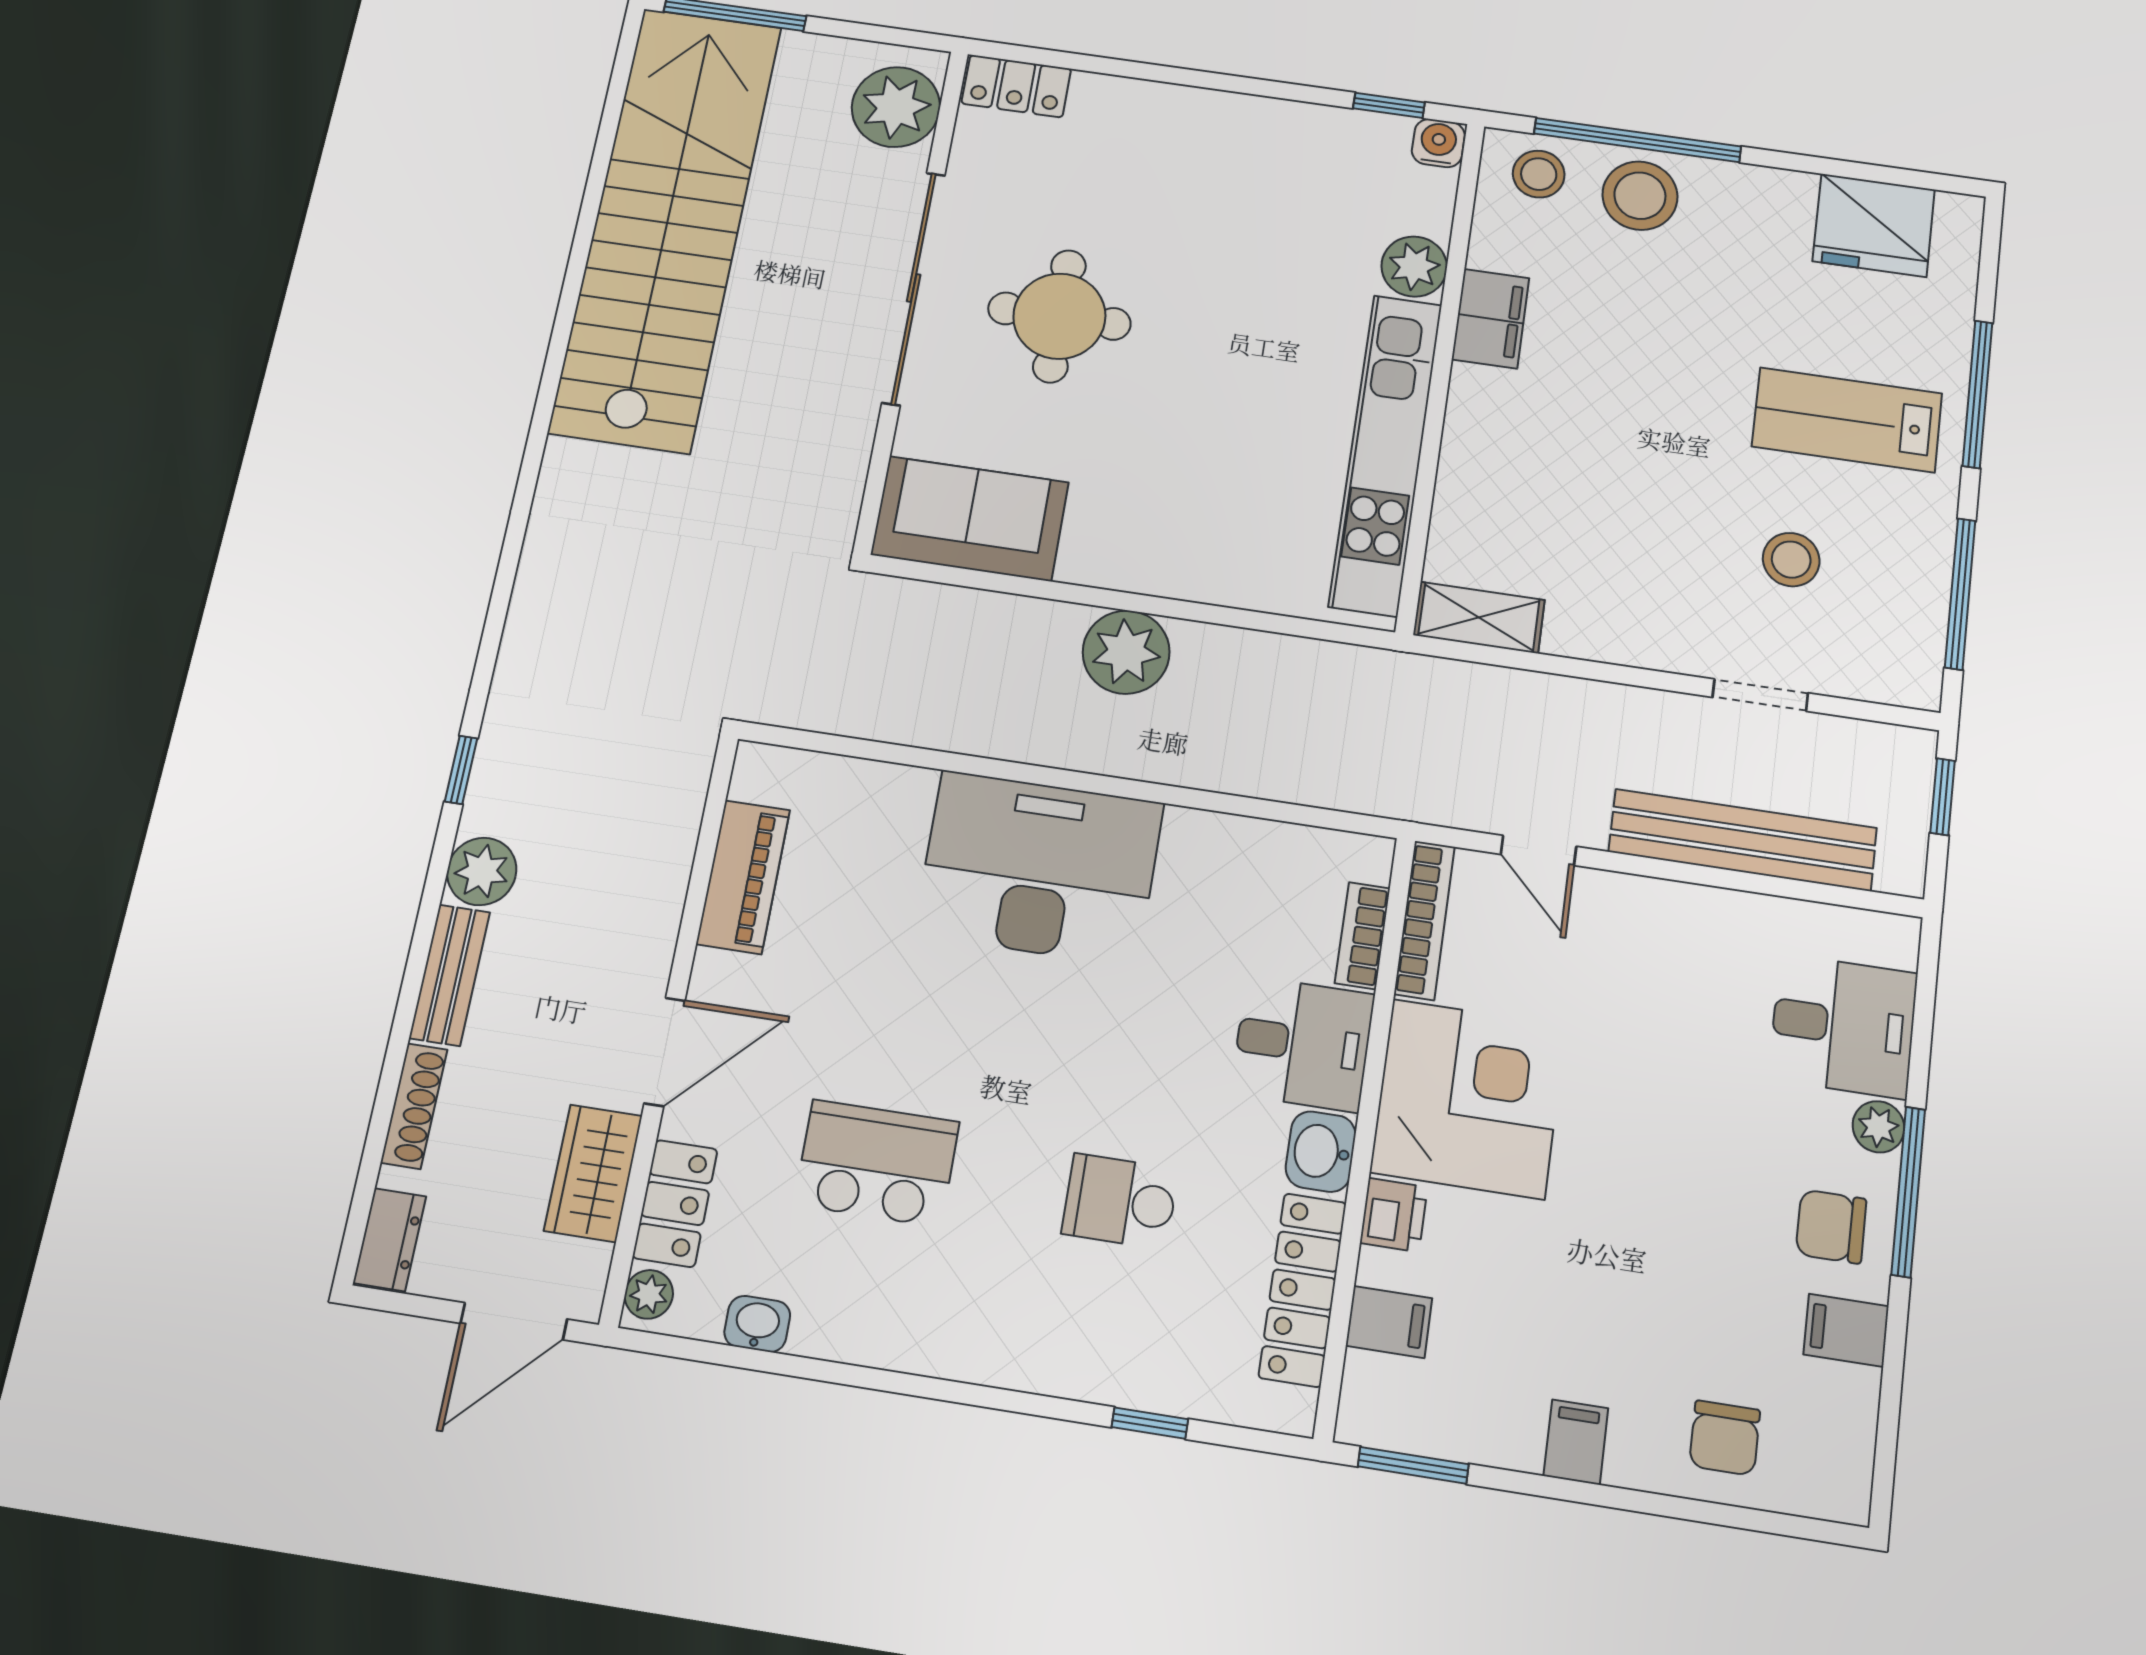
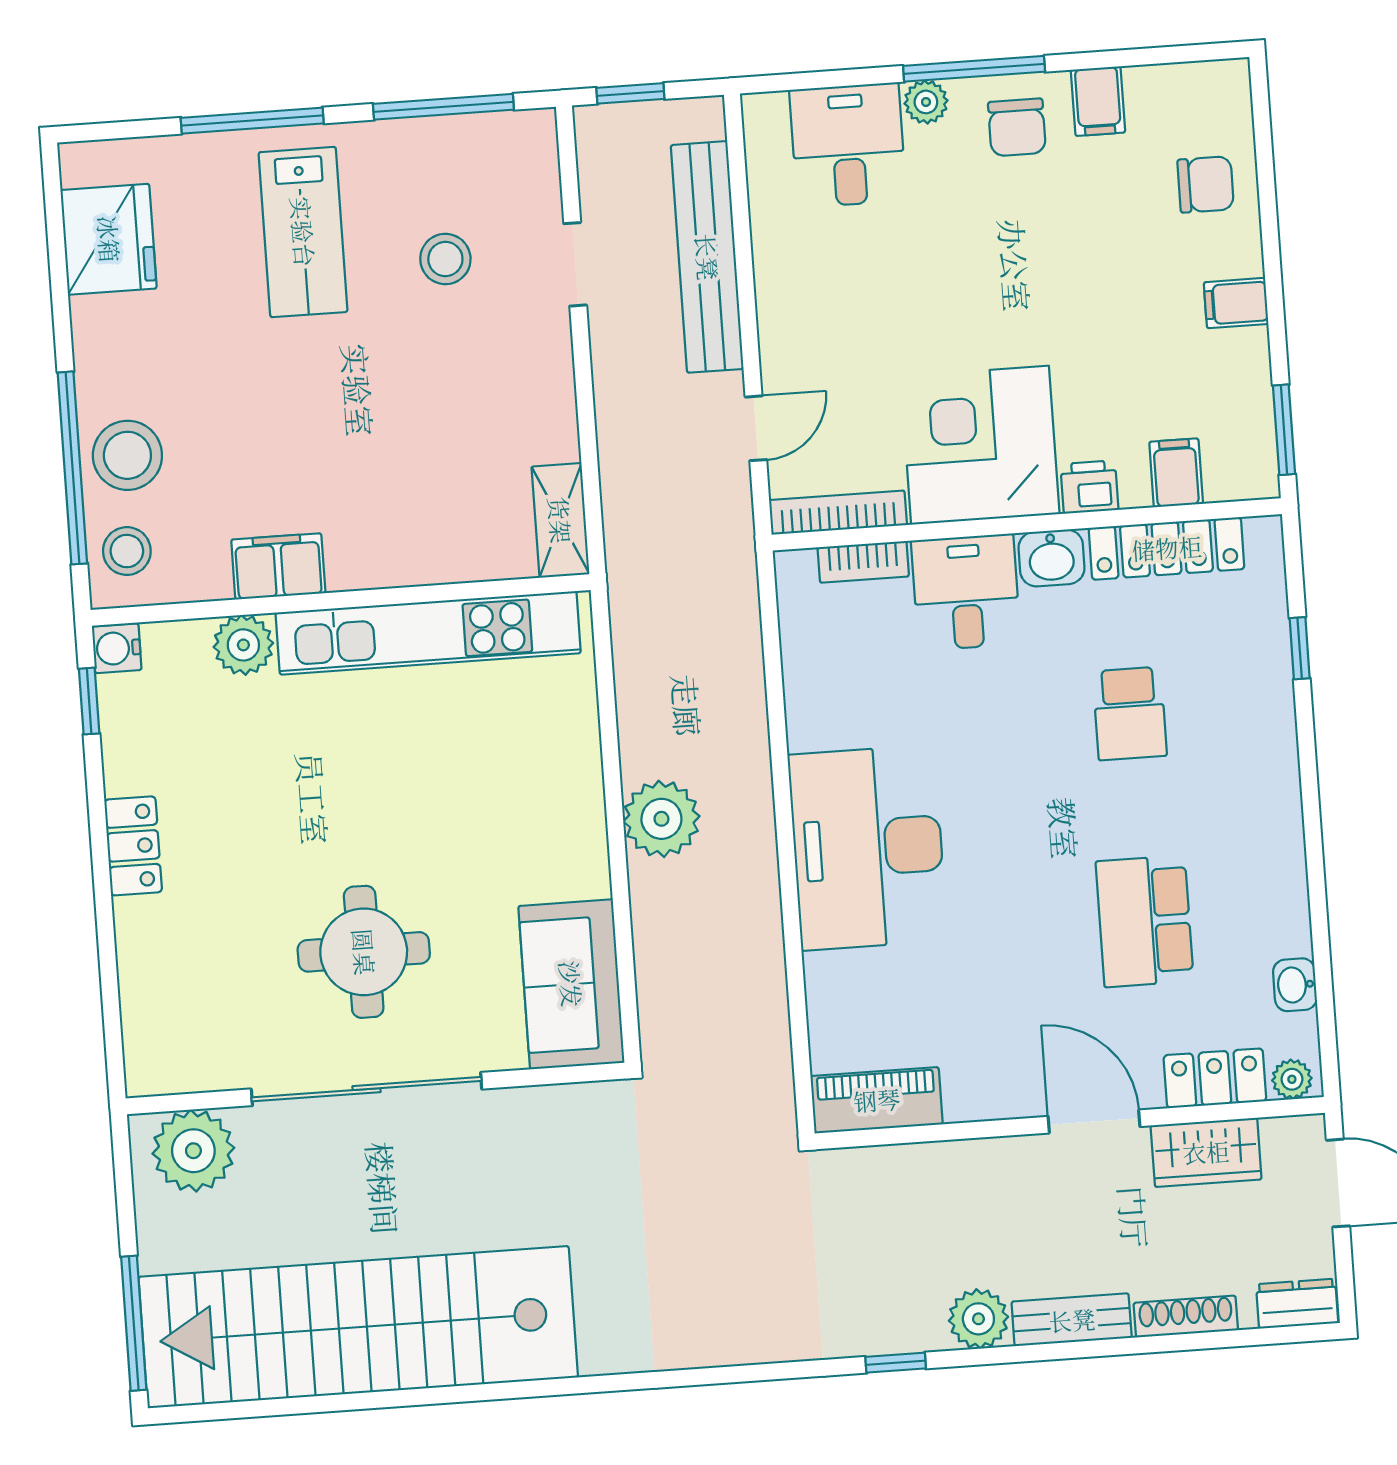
locker: (1016, 86) -> (133, 846), moved
piano: (743, 877) -> (877, 1100), moved

